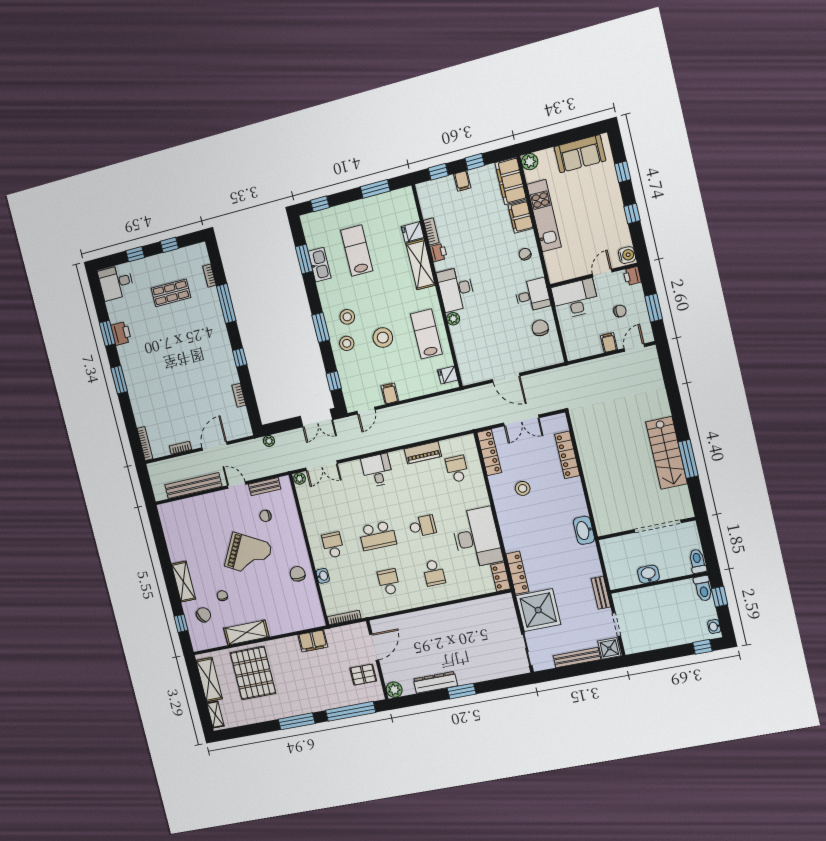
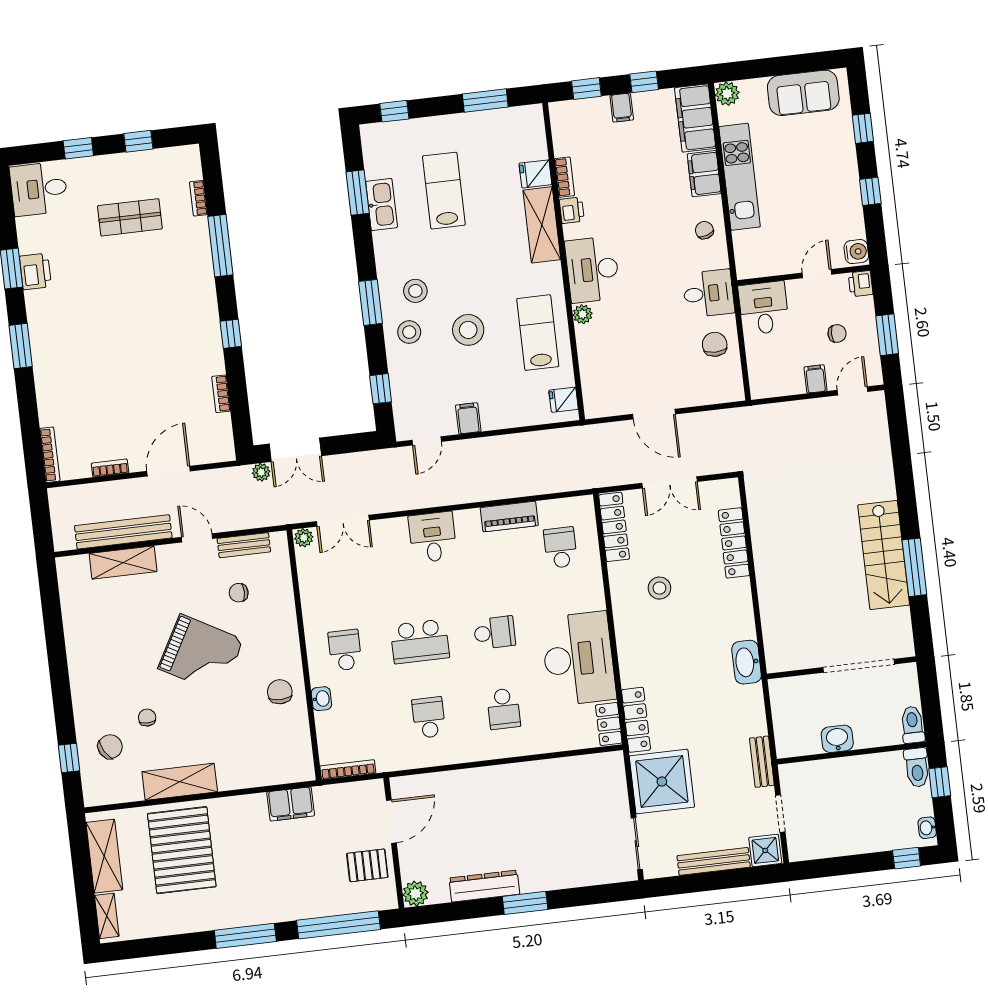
desk: (575, 299) -> (764, 308), width x0.73
double door: (316, 418) -> (295, 450), moved
shelving: (183, 582) -> (123, 563), moved, turned 90

